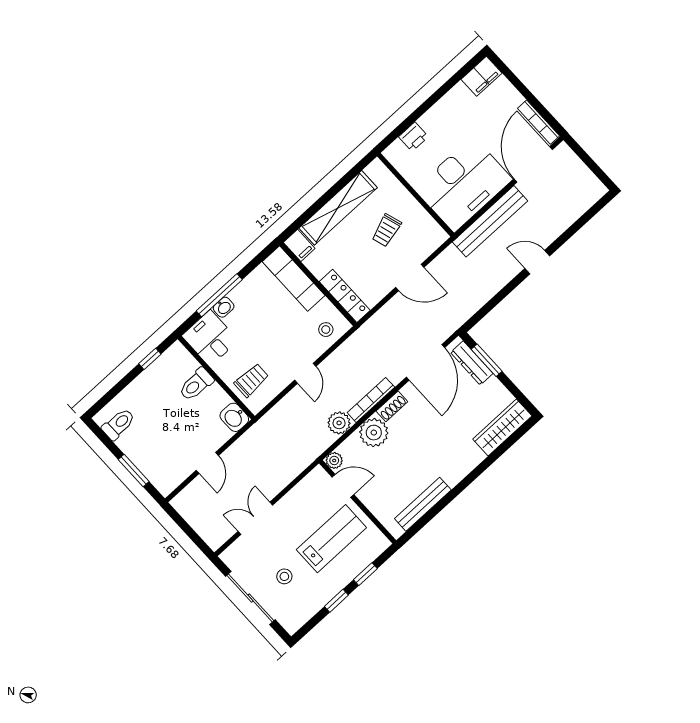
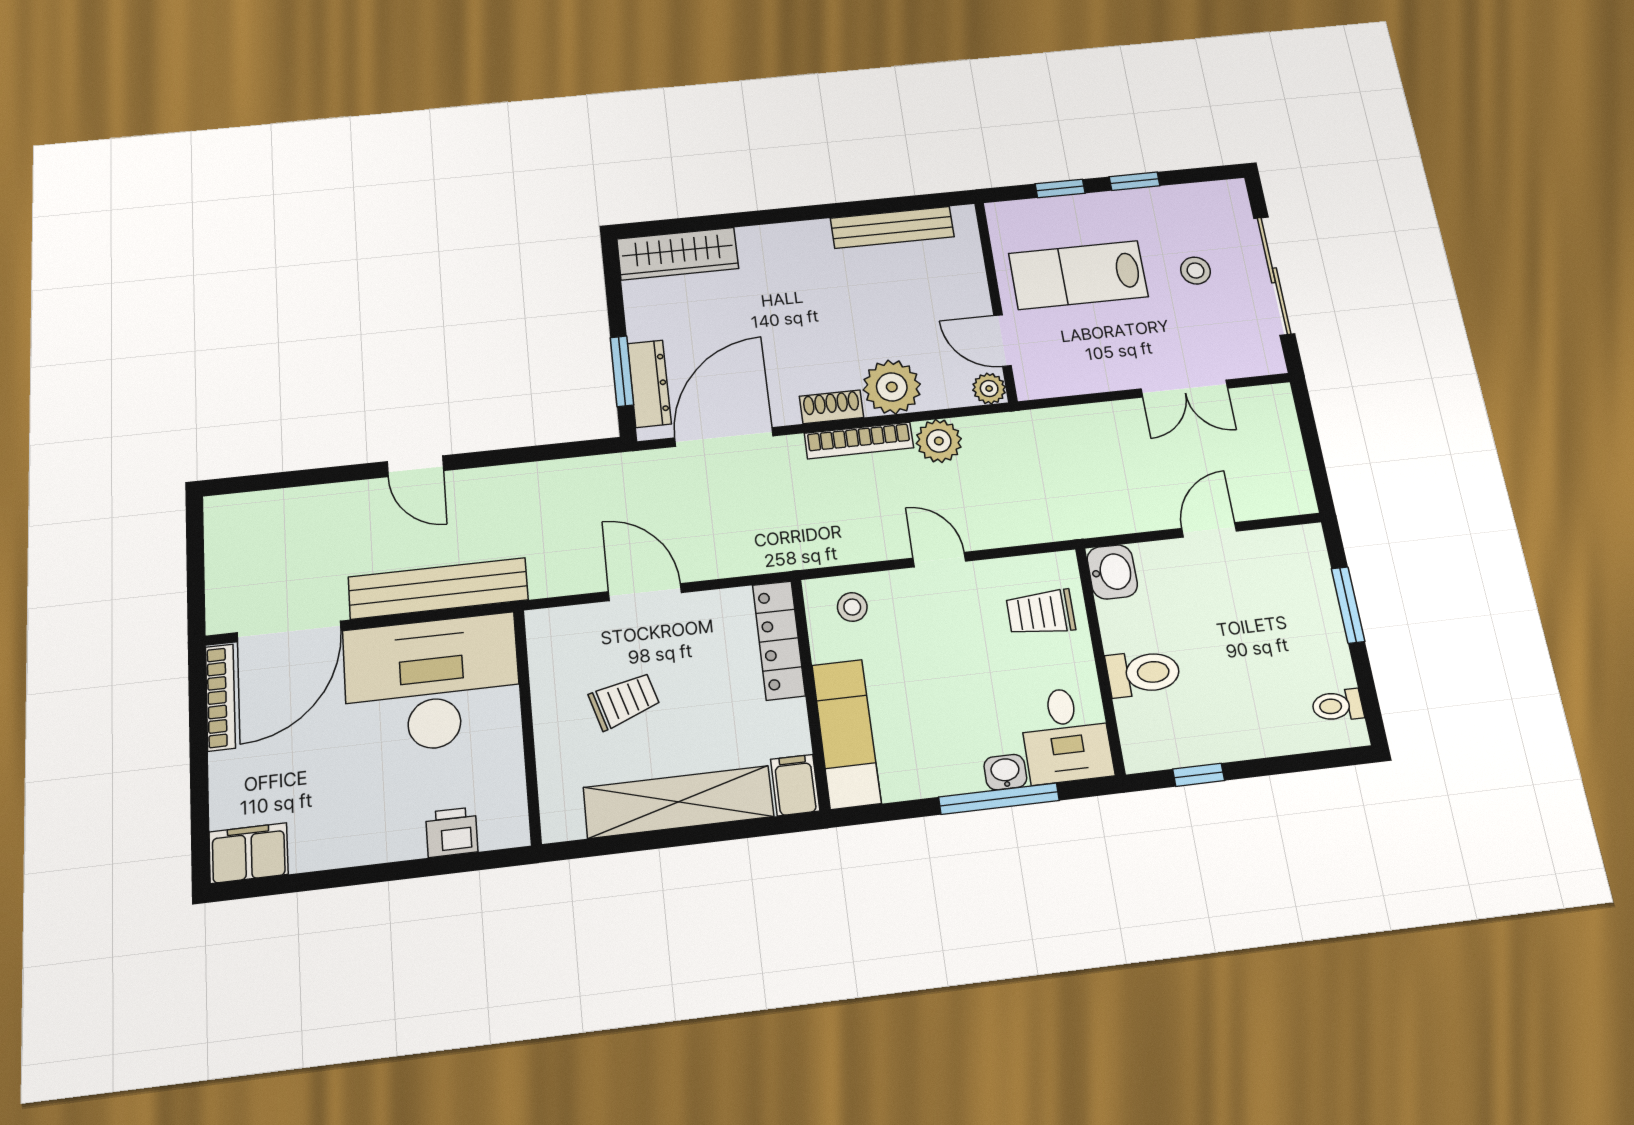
door: (305, 373) -> (939, 560), hinge flipped
toilet: (119, 424) -> (1337, 706), width x0.73, depth x0.72

